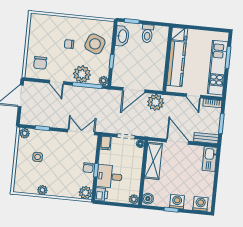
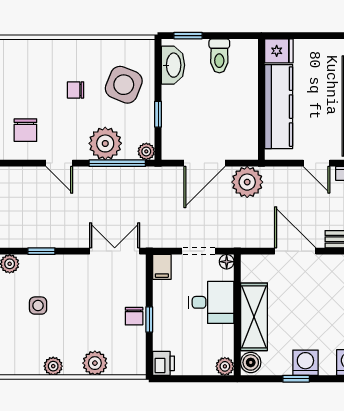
shelving: (153, 161) -> (254, 317), moved
desk: (109, 176) -> (211, 302), moved, turned 180
plant: (85, 193) -> (95, 363), moved

